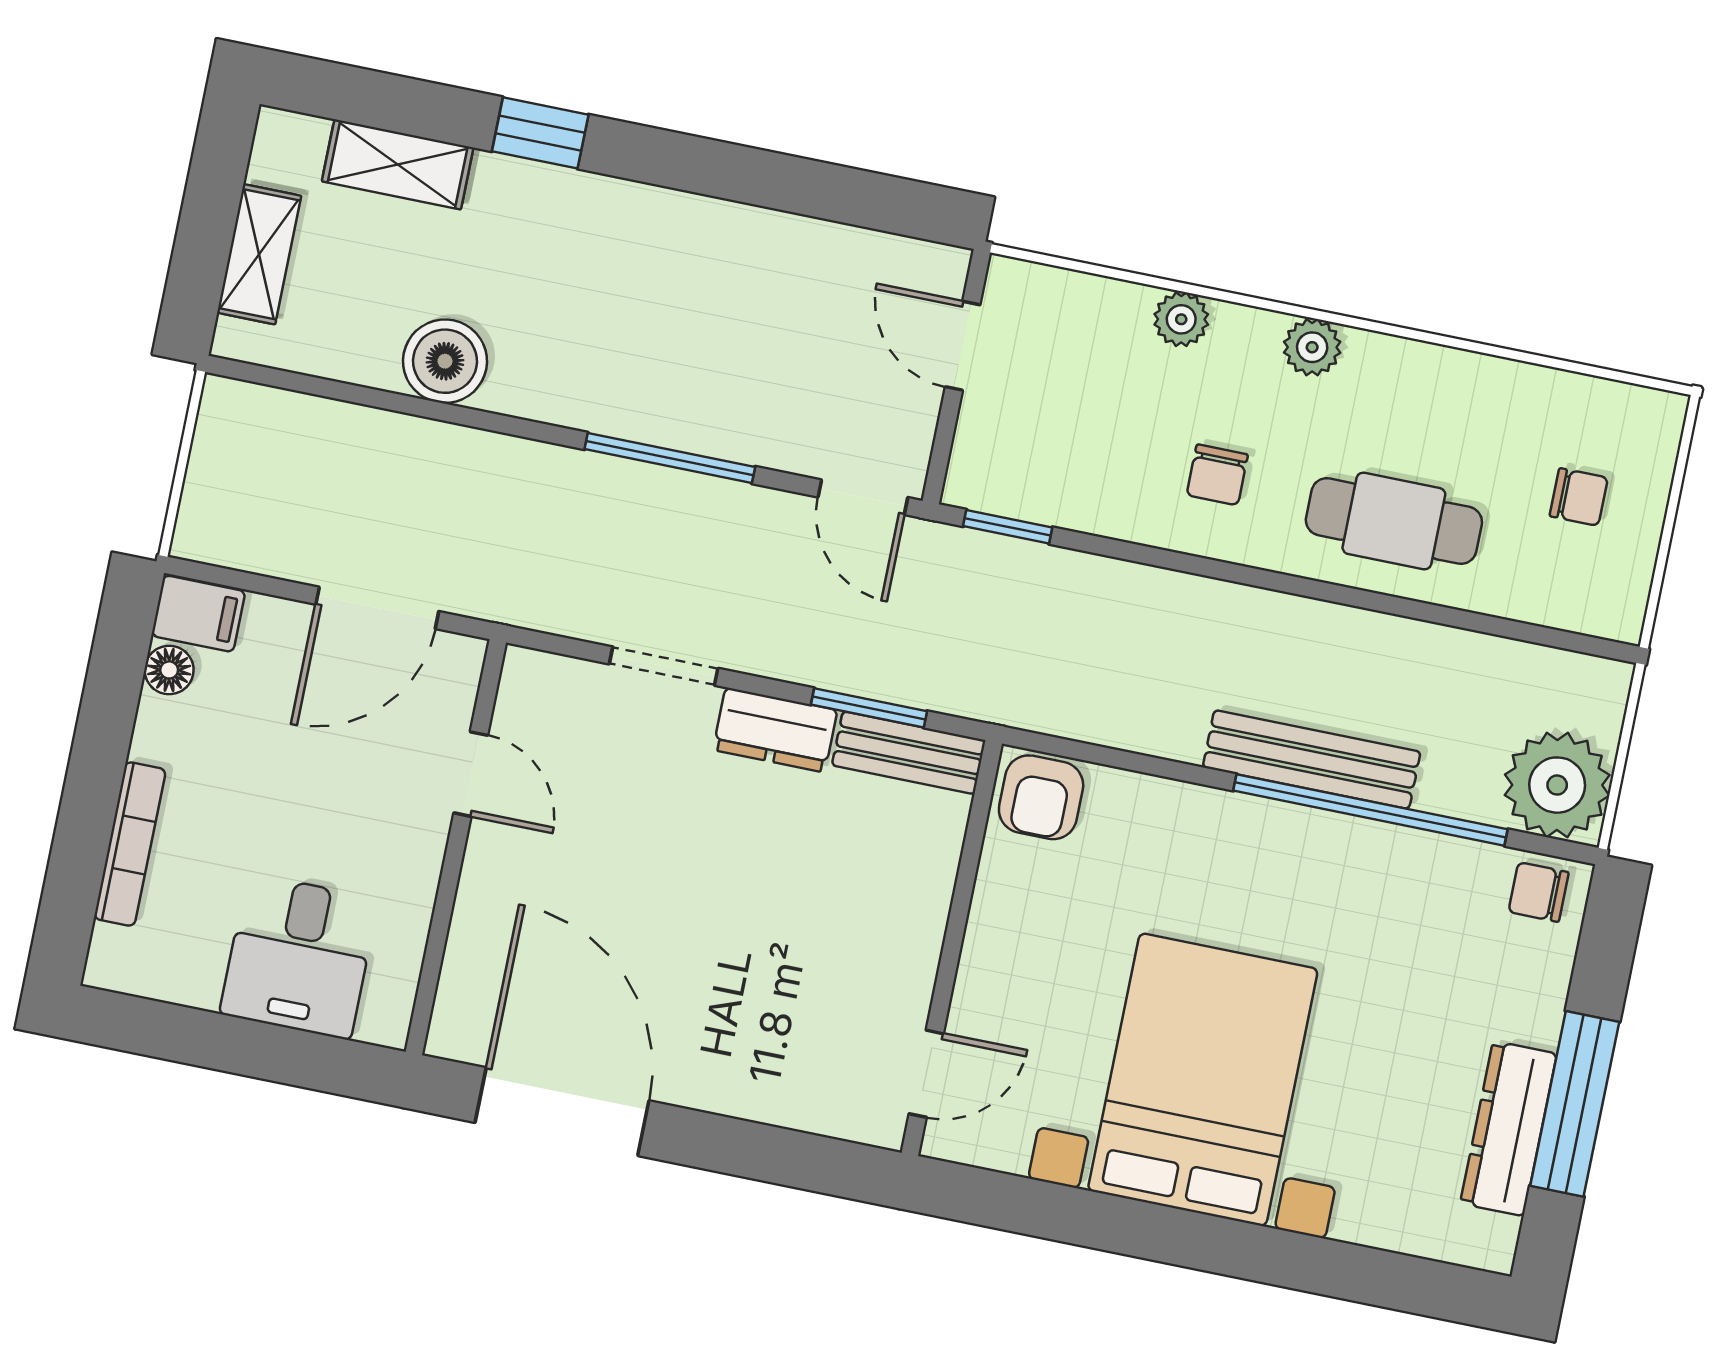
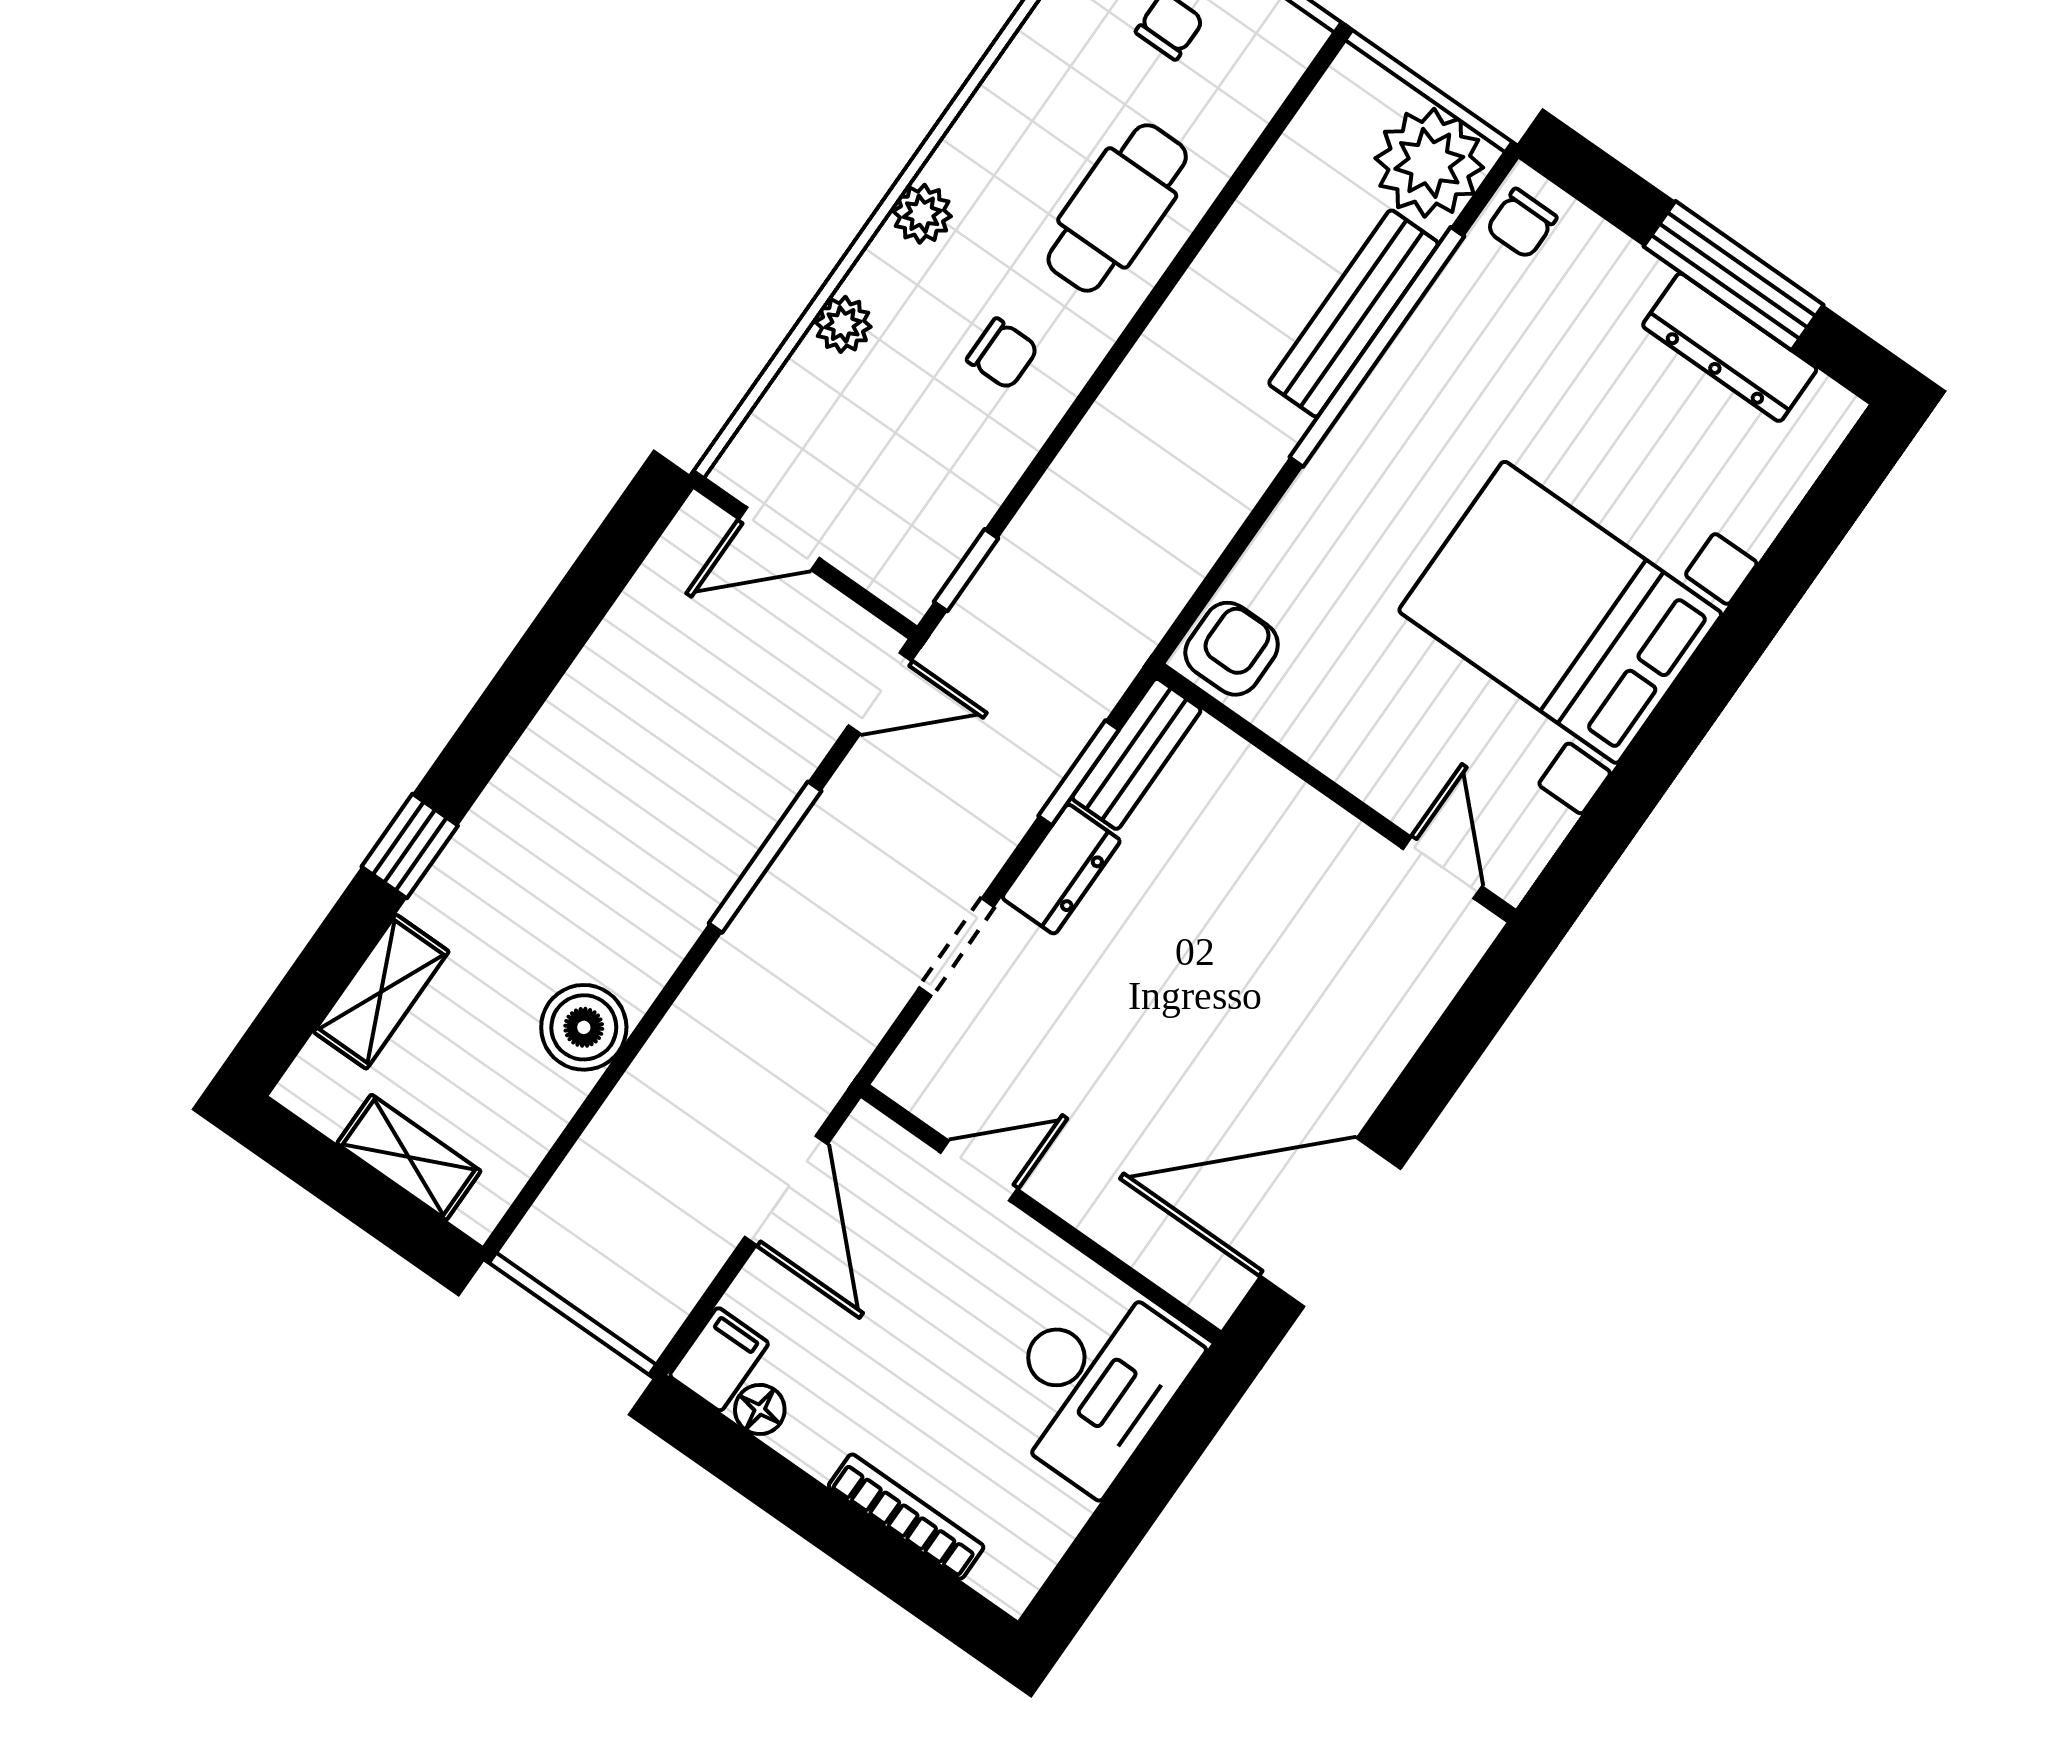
bench: (1312, 759) -> (1353, 313), moved
armchair: (1041, 797) -> (1232, 649), turned -90
desk: (299, 956) -> (1094, 1384), width x1.37

